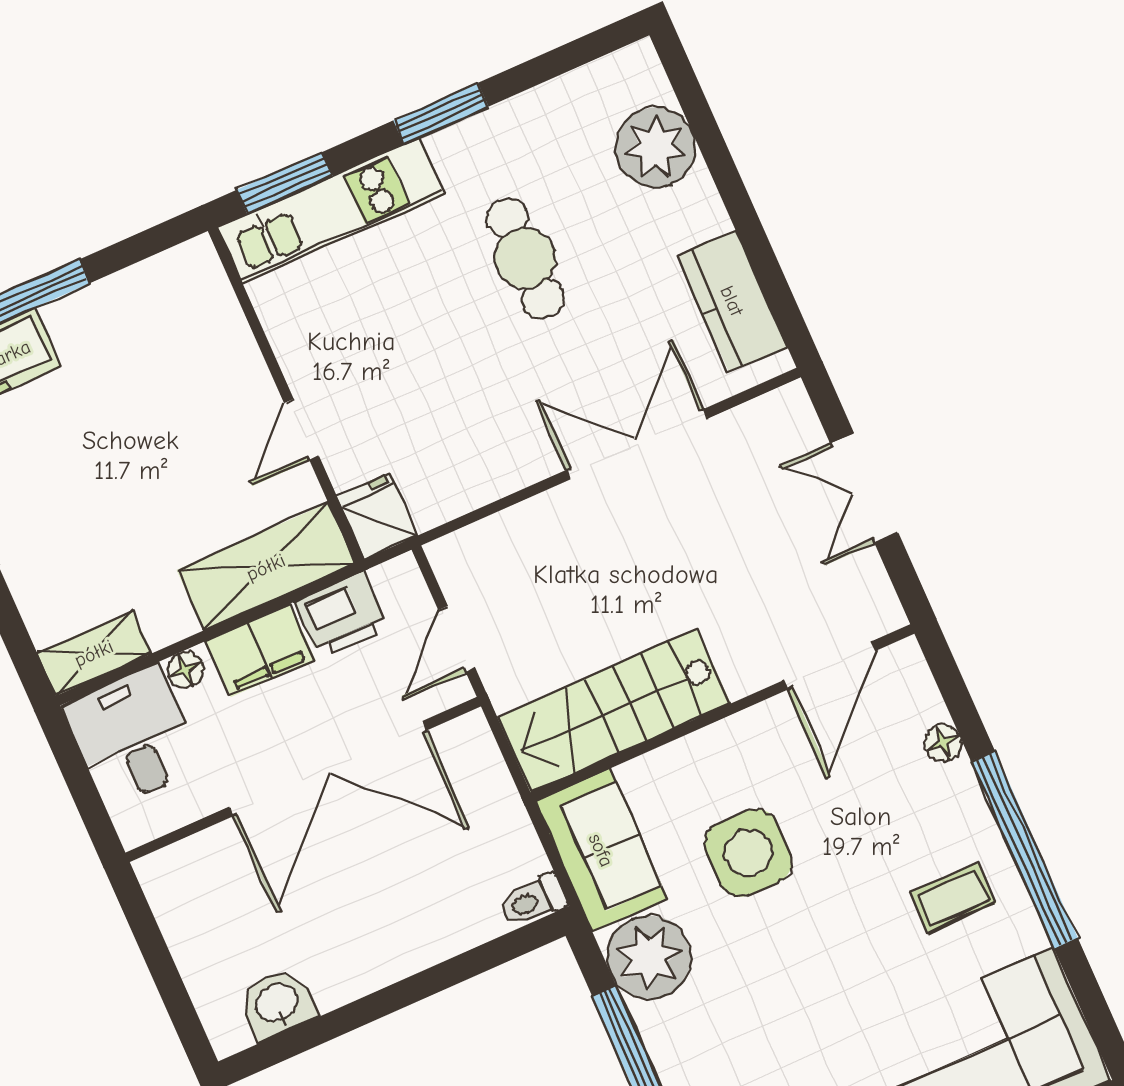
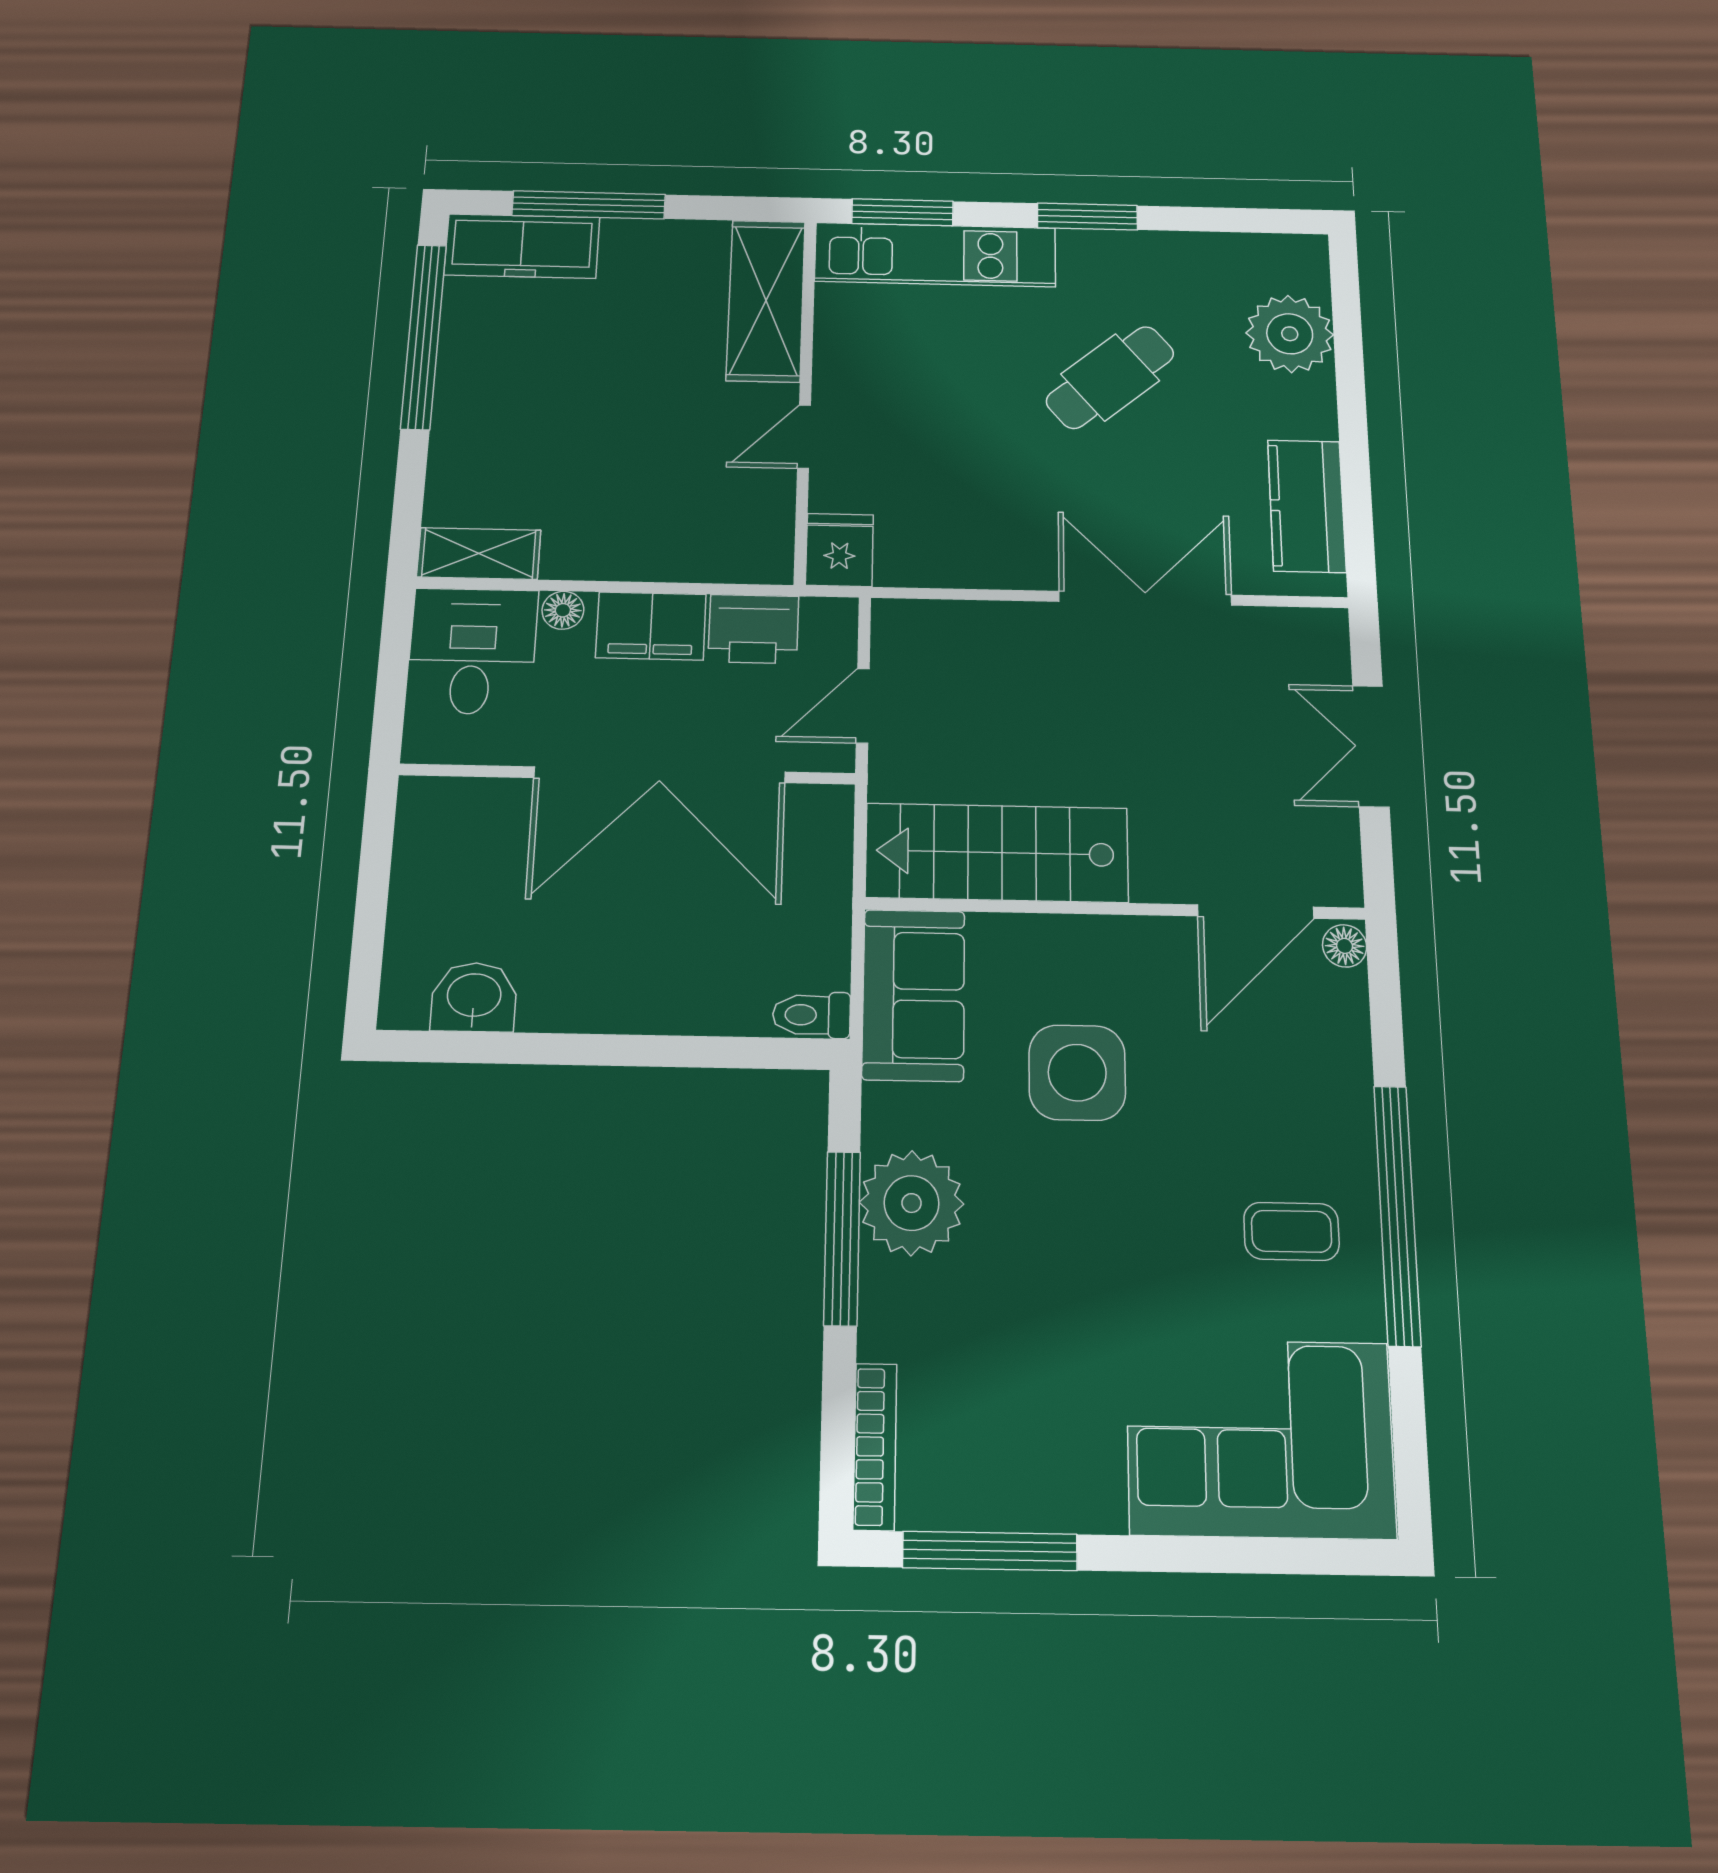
cafe table: (525, 258) -> (1110, 377), turned 50
shelving: (266, 567) -> (766, 300), moved, turned 90
floor lamp: (943, 743) -> (1345, 946), moved
plant: (649, 957) -> (912, 1203), moved

